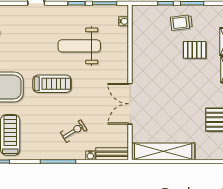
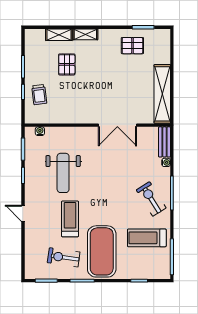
trolley: (181, 23) -> (39, 95), moved
treadmill: (52, 84) -> (70, 219), moved
exercise bike: (74, 131) -> (151, 199), moved, width x1.38, depth x1.39

